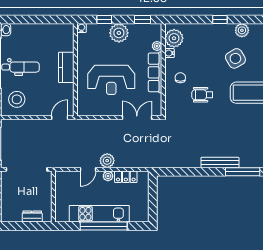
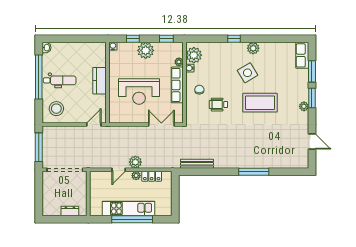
bench: (220, 163) -> (197, 164), moved

